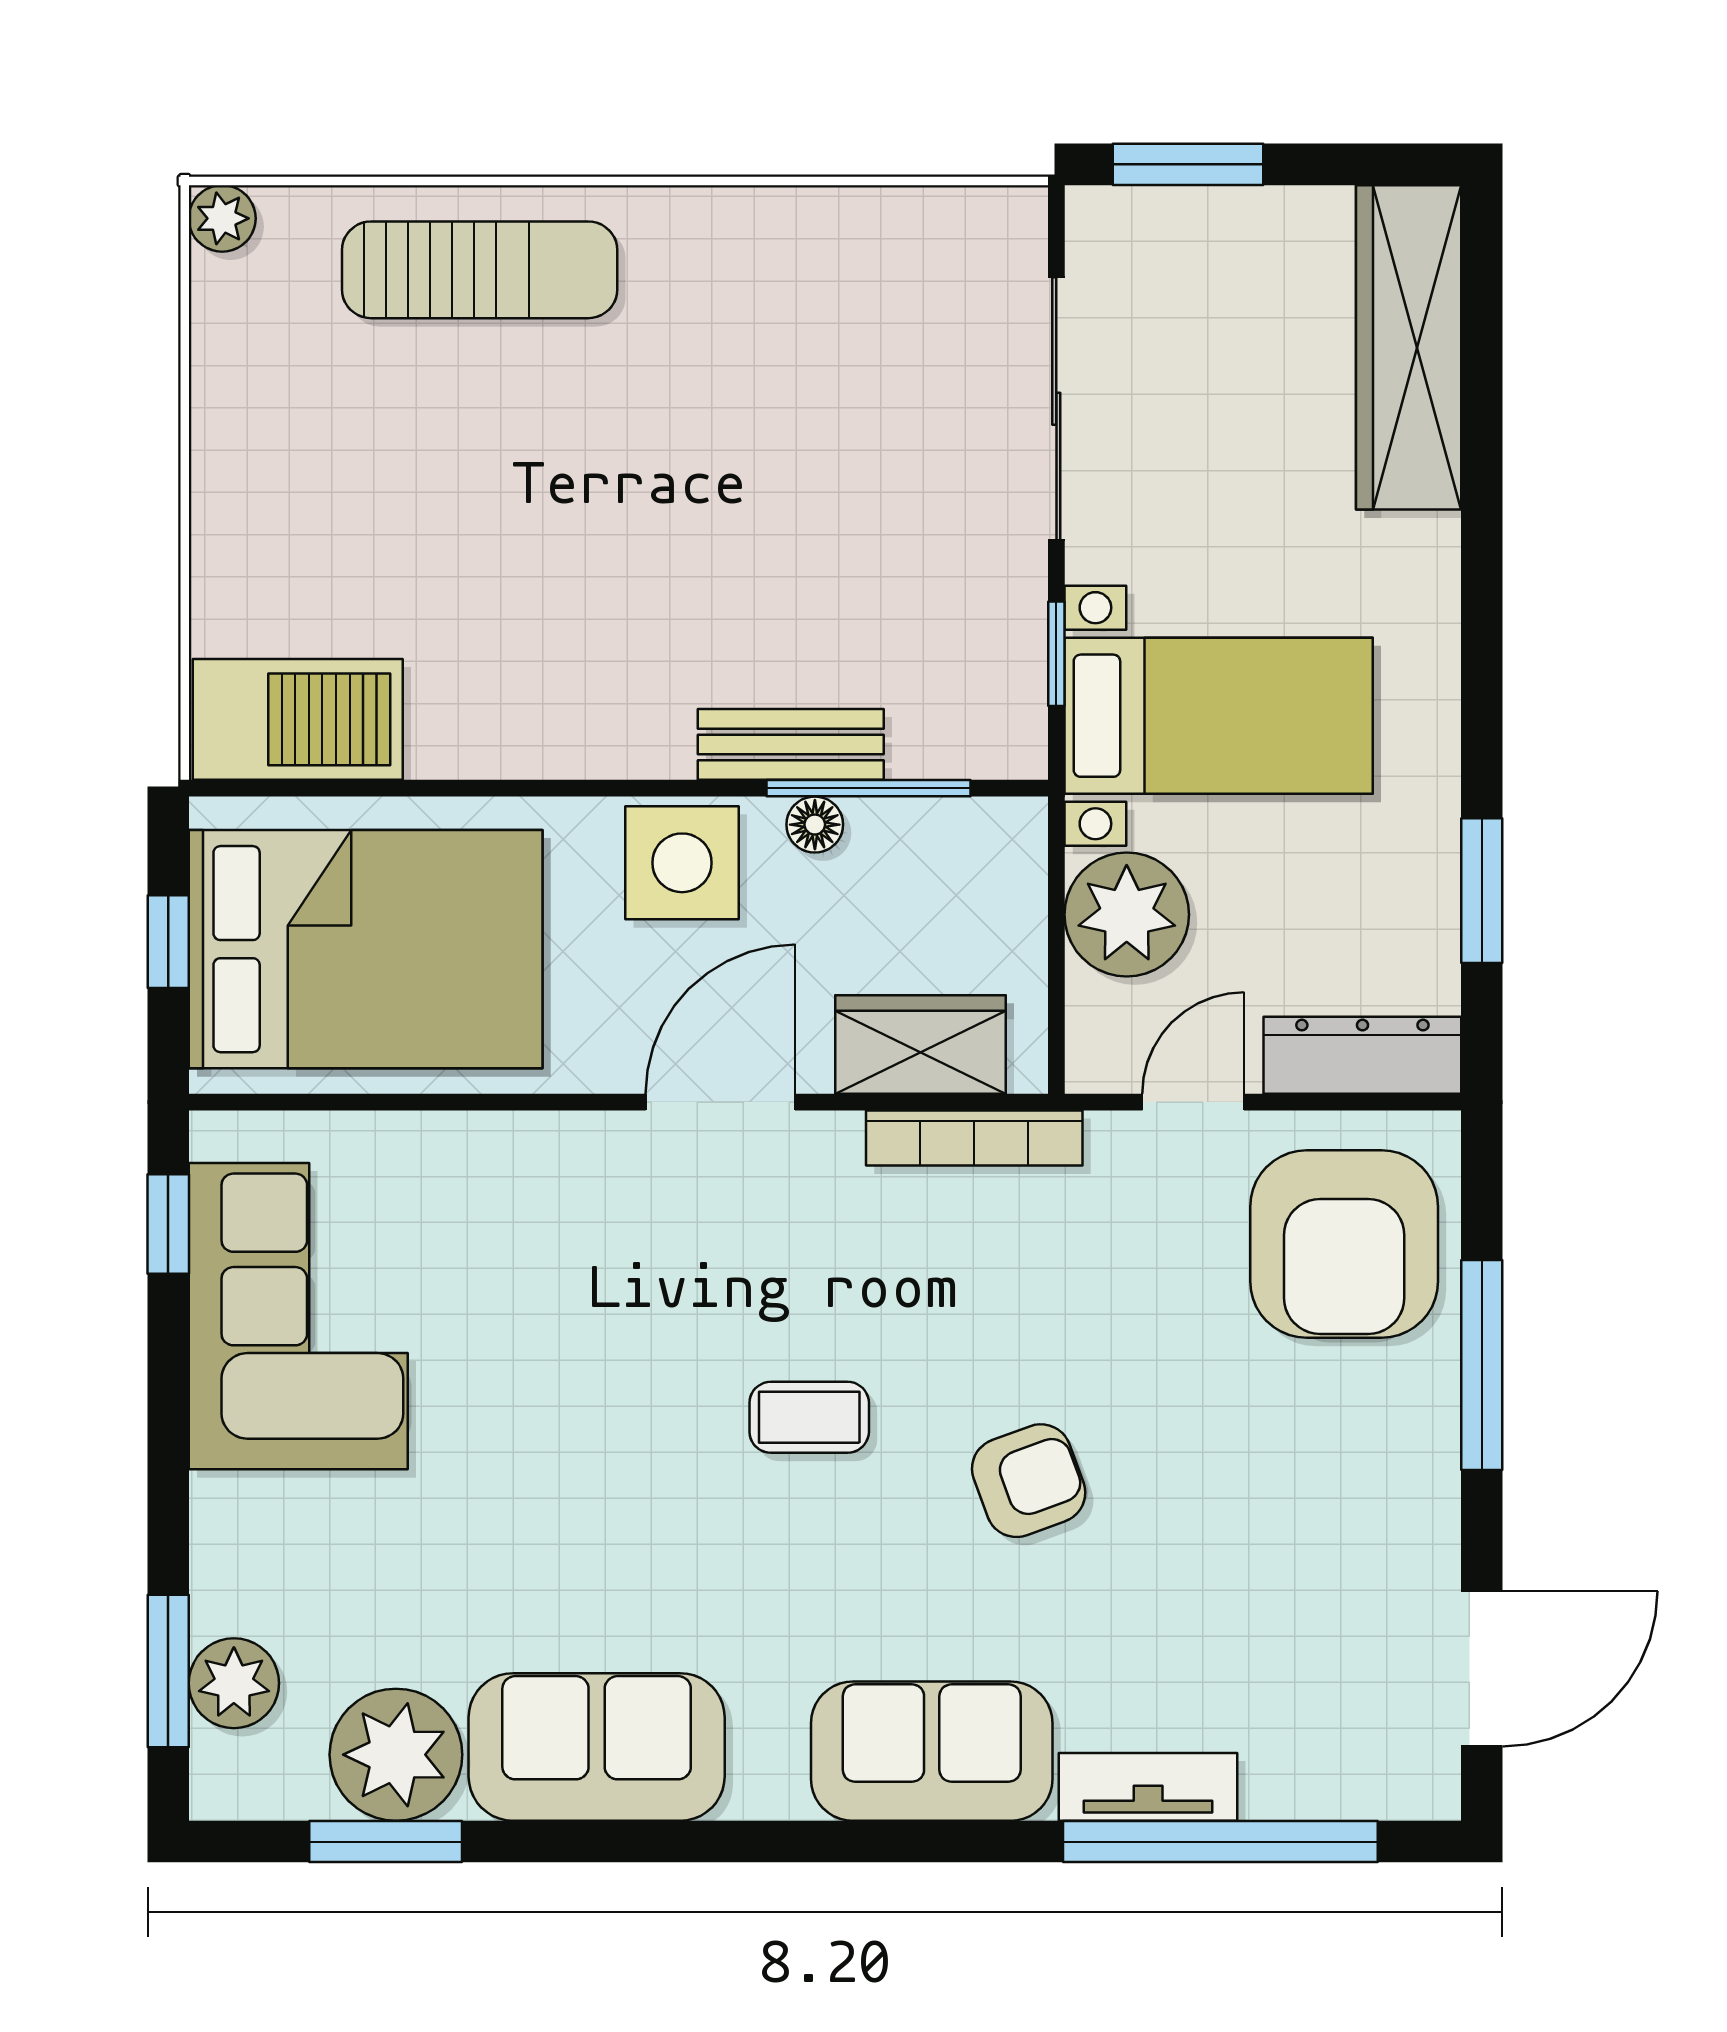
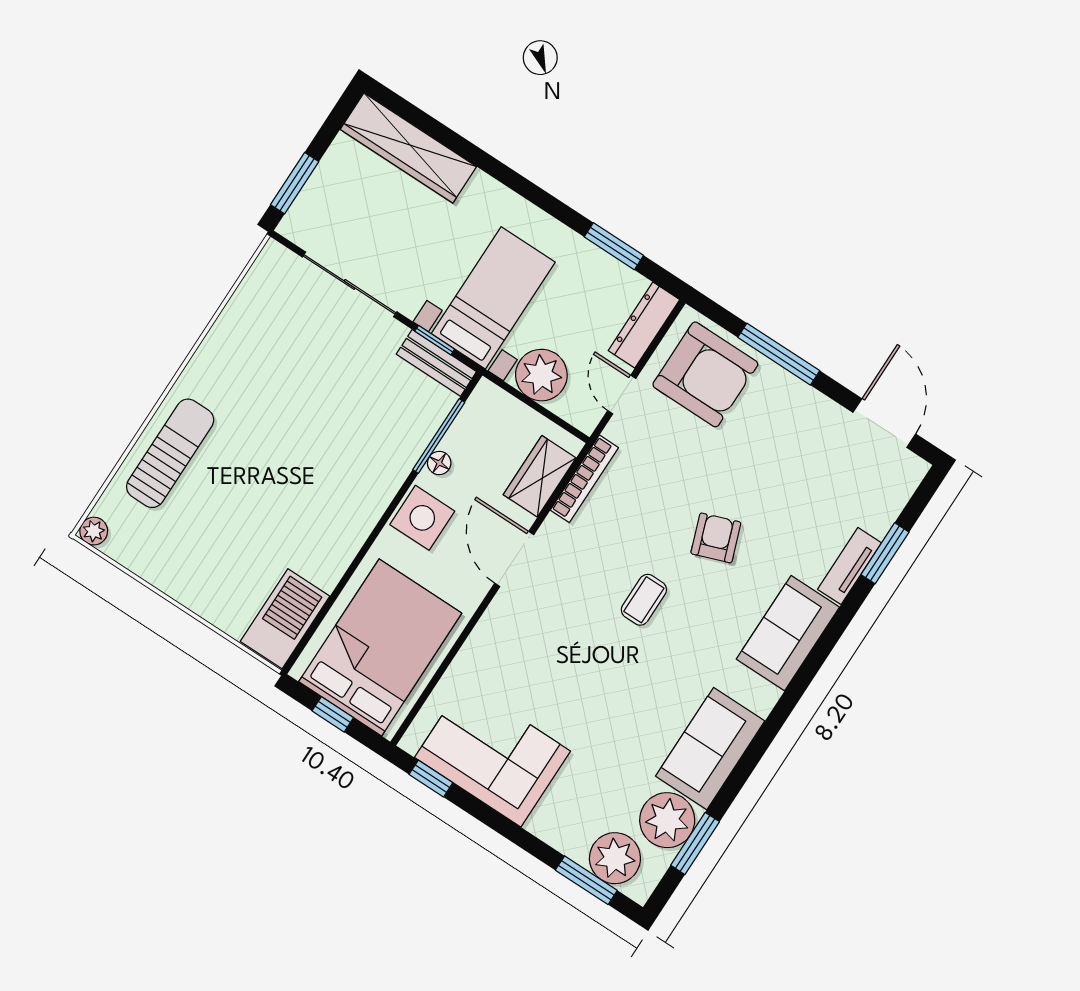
bench: (791, 744) -> (436, 363), moved, turned 90
plant: (234, 1683) -> (615, 858), width x1.36, depth x1.36
window: (1220, 1842) -> (885, 553), width x0.47

